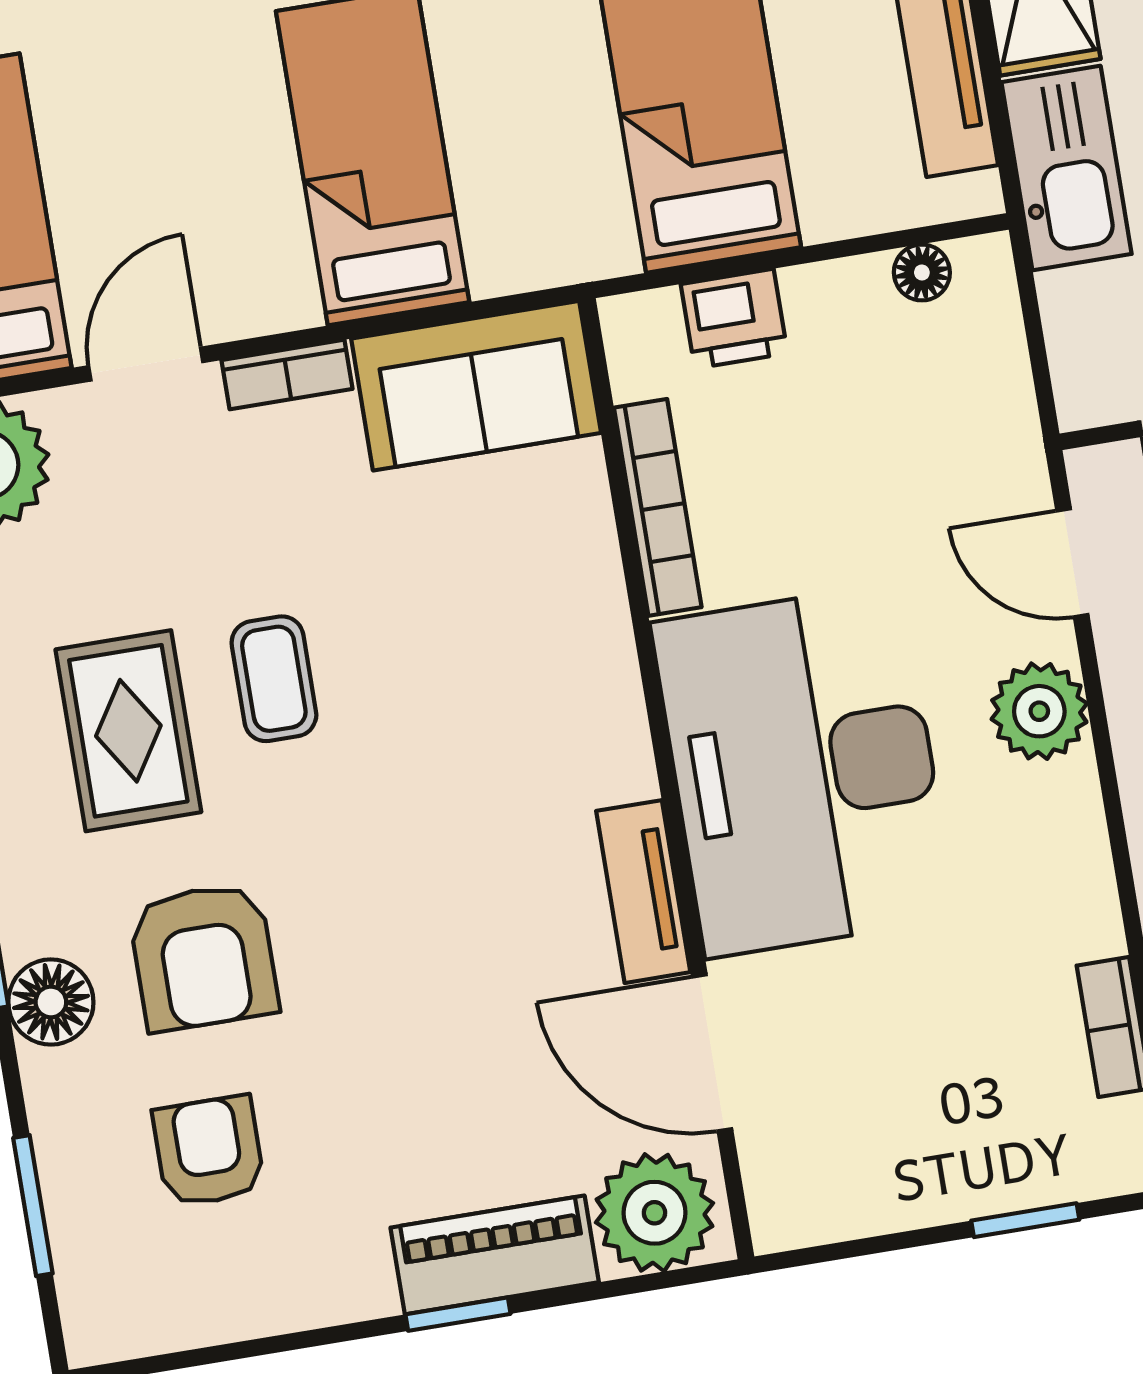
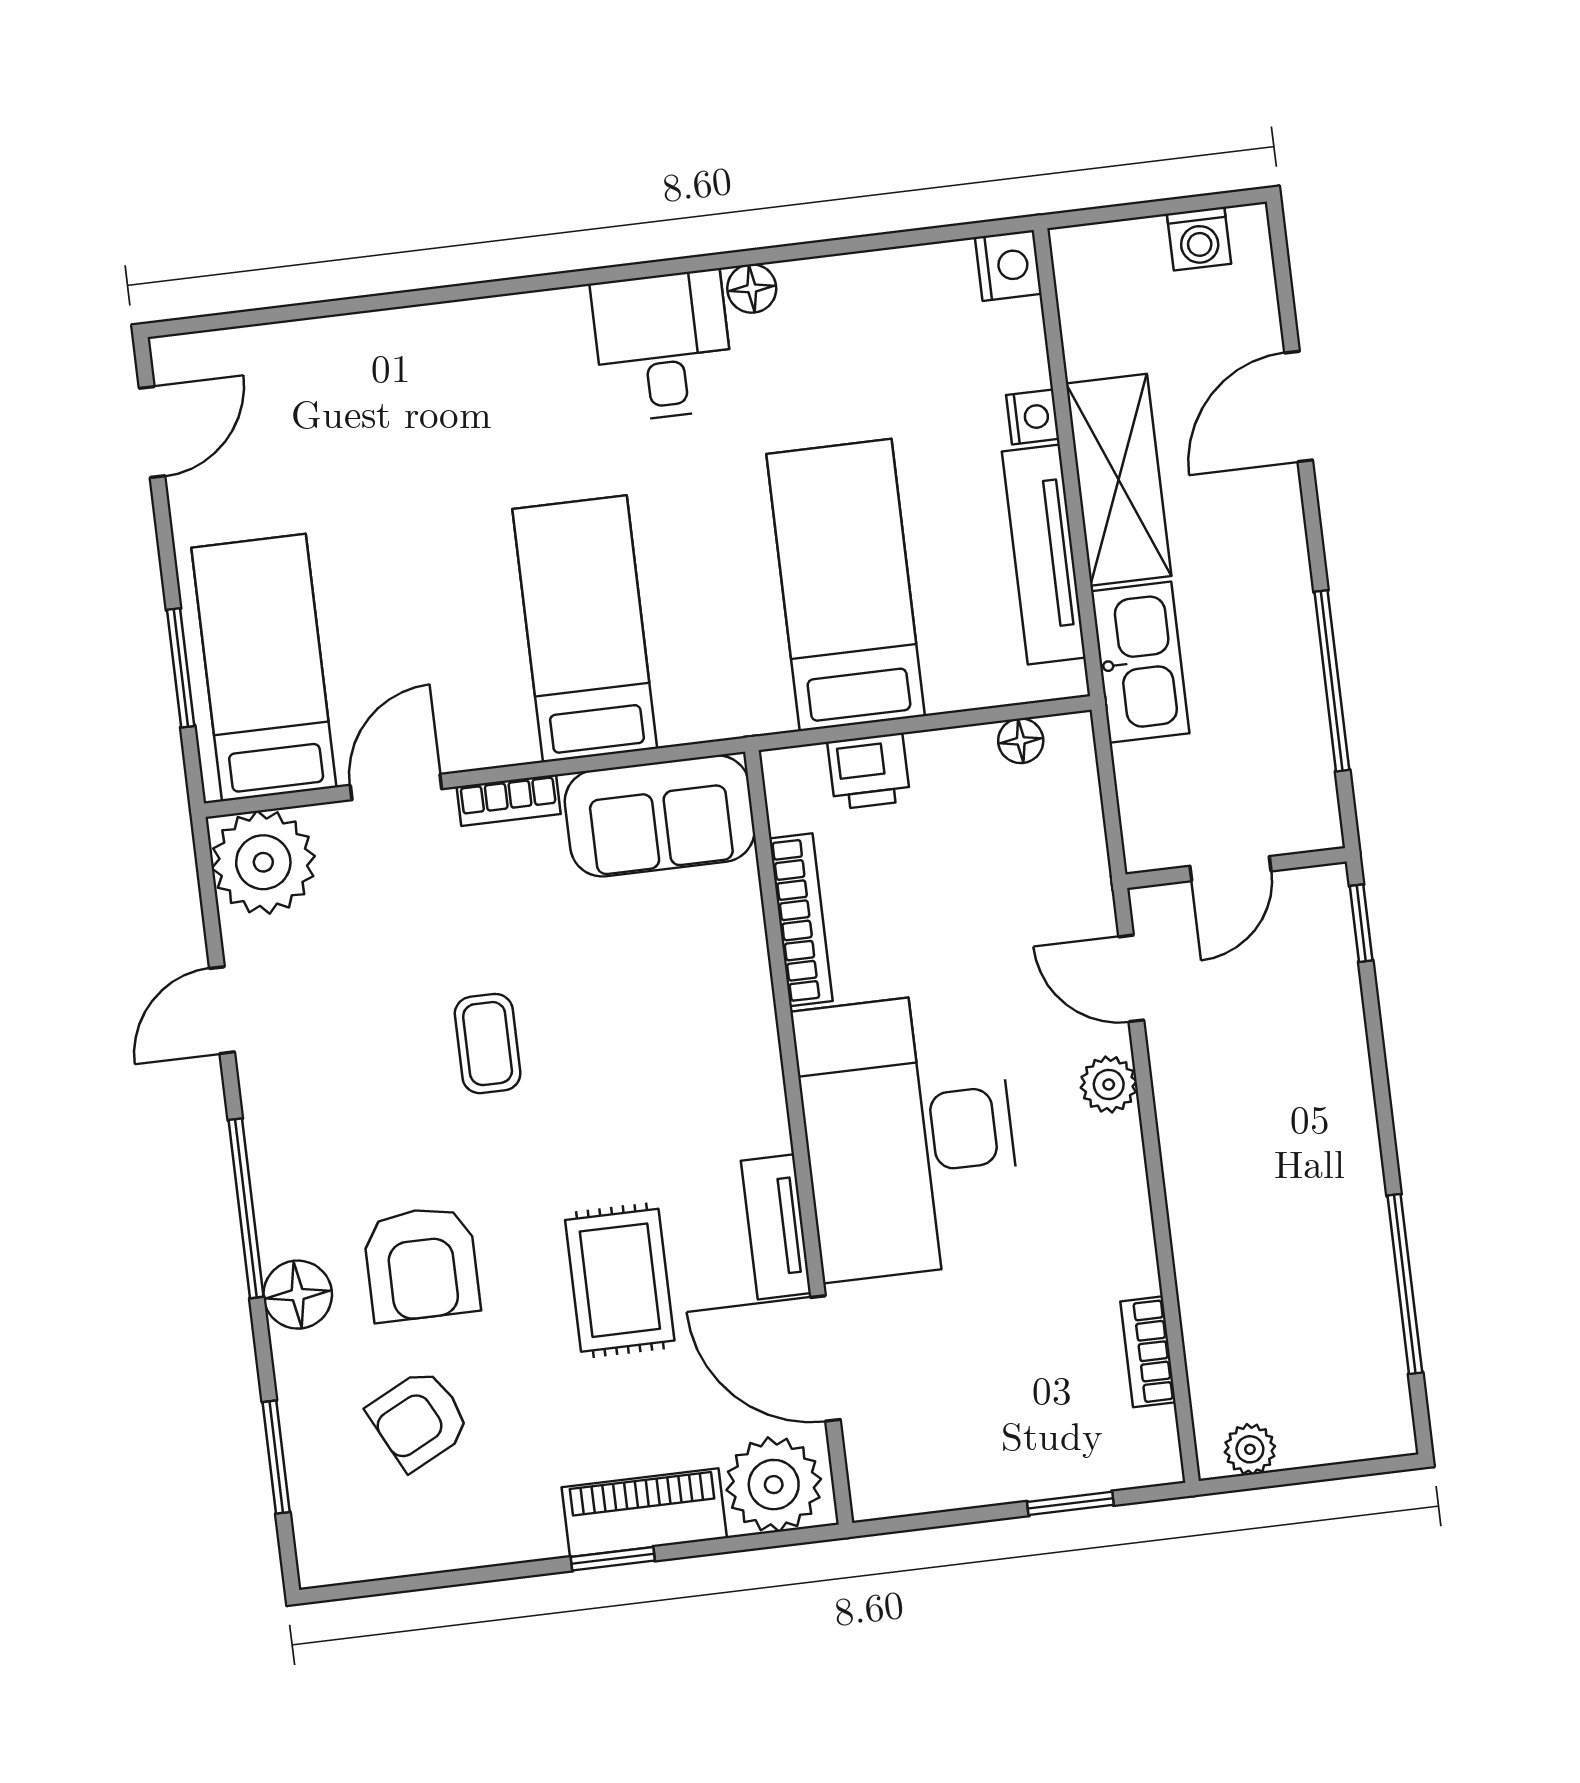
plant: (1039, 711) -> (1109, 1084), width x0.73, depth x0.73
rug: (128, 731) -> (620, 1280), moved
armchair: (209, 1151) -> (419, 1420), turned -117

